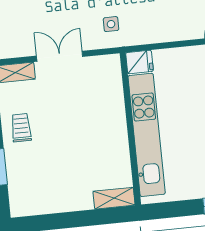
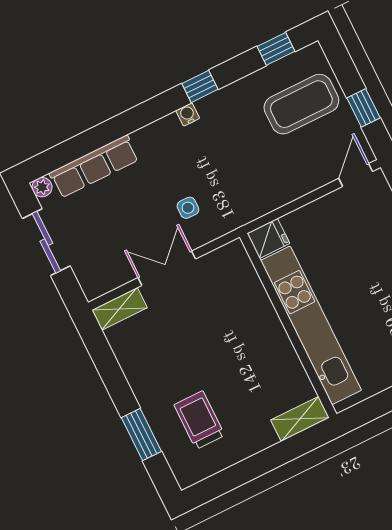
side table: (111, 24) -> (188, 208), moved
trolley: (21, 128) -> (199, 420), moved, width x1.36, depth x1.39

